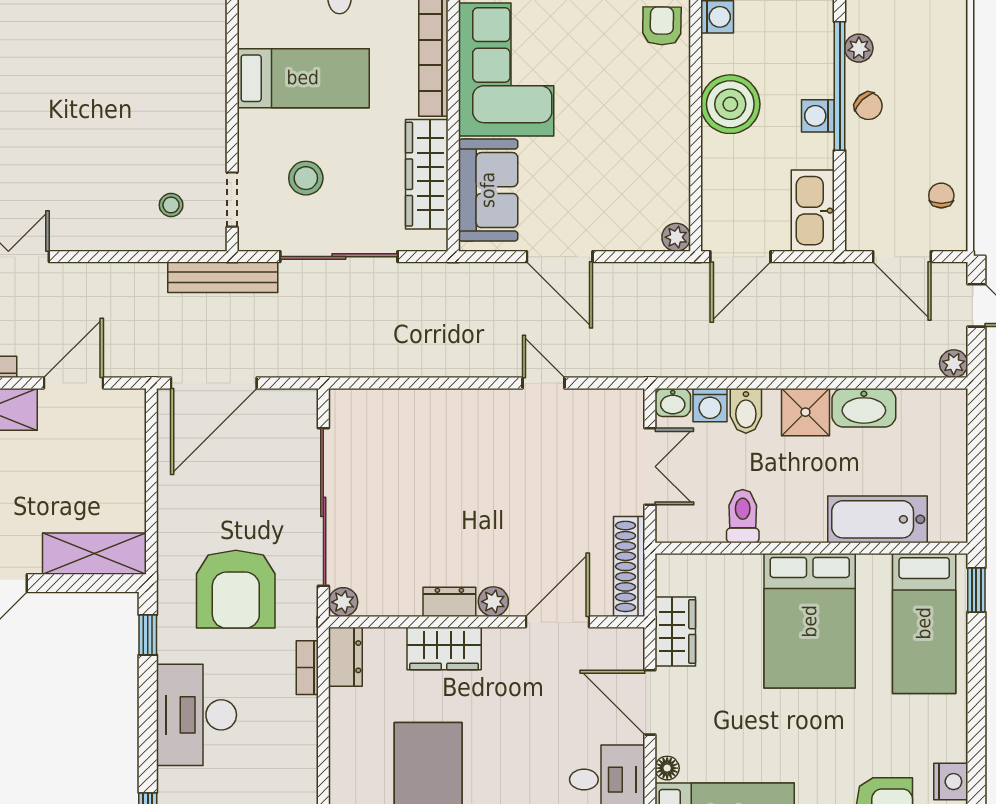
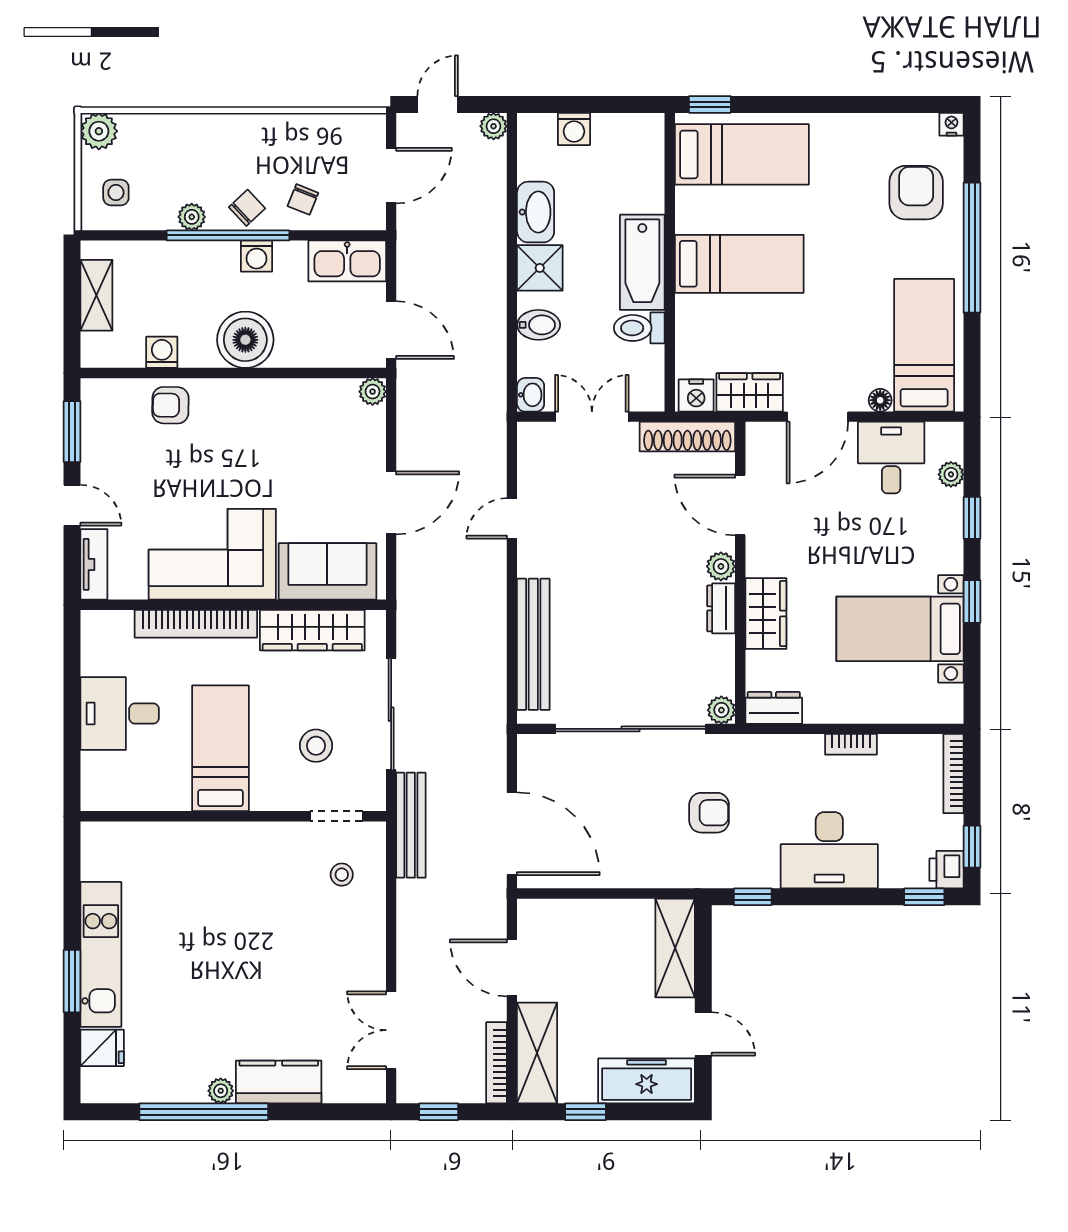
chair: (941, 195) -> (303, 199), moved, turned -68
bench: (412, 405) -> (533, 644), added
washing machine: (710, 405) -> (574, 129), moved, turned 90
bathtub: (878, 519) -> (642, 262), moved
armchair: (236, 589) -> (709, 813), width x0.53, depth x0.53
bed: (810, 621) -> (739, 264), width x0.67
bookcase: (307, 668) -> (851, 744), moved
nightstand: (951, 782) -> (696, 395), moved, turned 180

